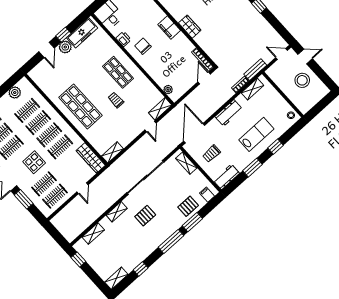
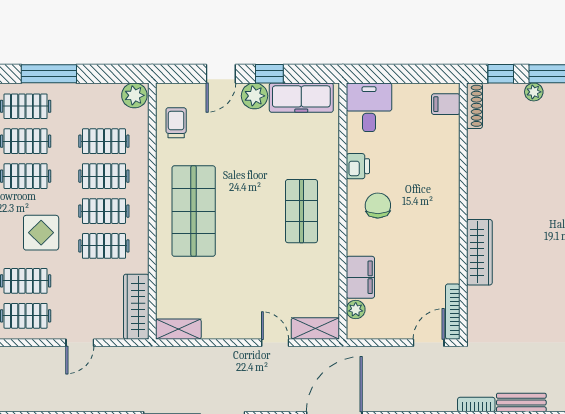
filing cabinet: (169, 27) -> (360, 277), moved, turned 180
wardrobe: (190, 27) -> (479, 252), width x1.50
plant: (15, 93) -> (134, 95), moved
trolley: (116, 100) -> (176, 123), moved
door: (151, 127) -> (275, 343), swing flipped

